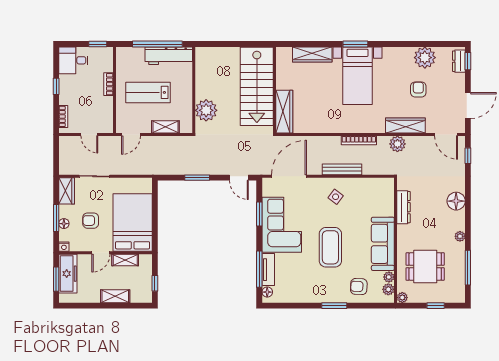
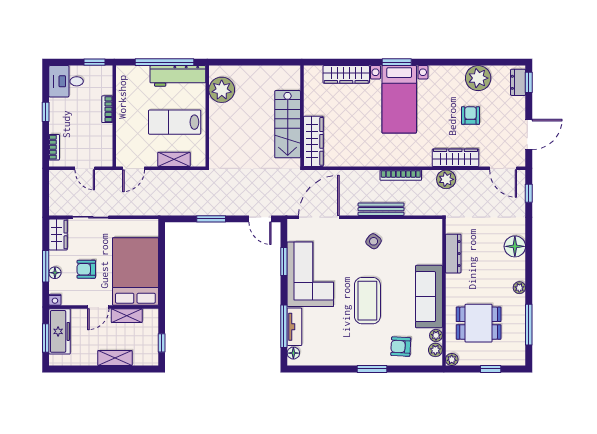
stairs: (257, 86) -> (288, 124), width x0.73, depth x0.66
lab bench: (148, 92) -> (175, 122), moved
plant: (206, 110) -> (222, 90), moved

